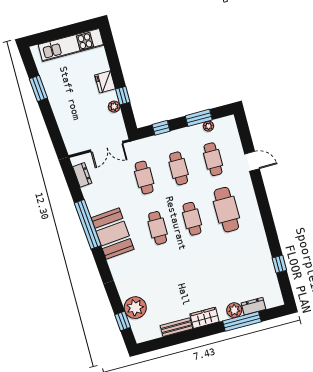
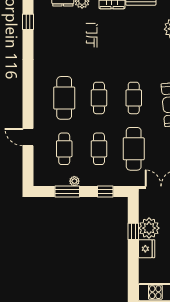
plant: (114, 107) -> (149, 228), width x1.88, depth x1.88
plant: (208, 126) -> (74, 181), moved
cafe table: (144, 178) -> (134, 149), width x1.37, depth x1.35
window: (279, 264) -> (28, 22), moved

